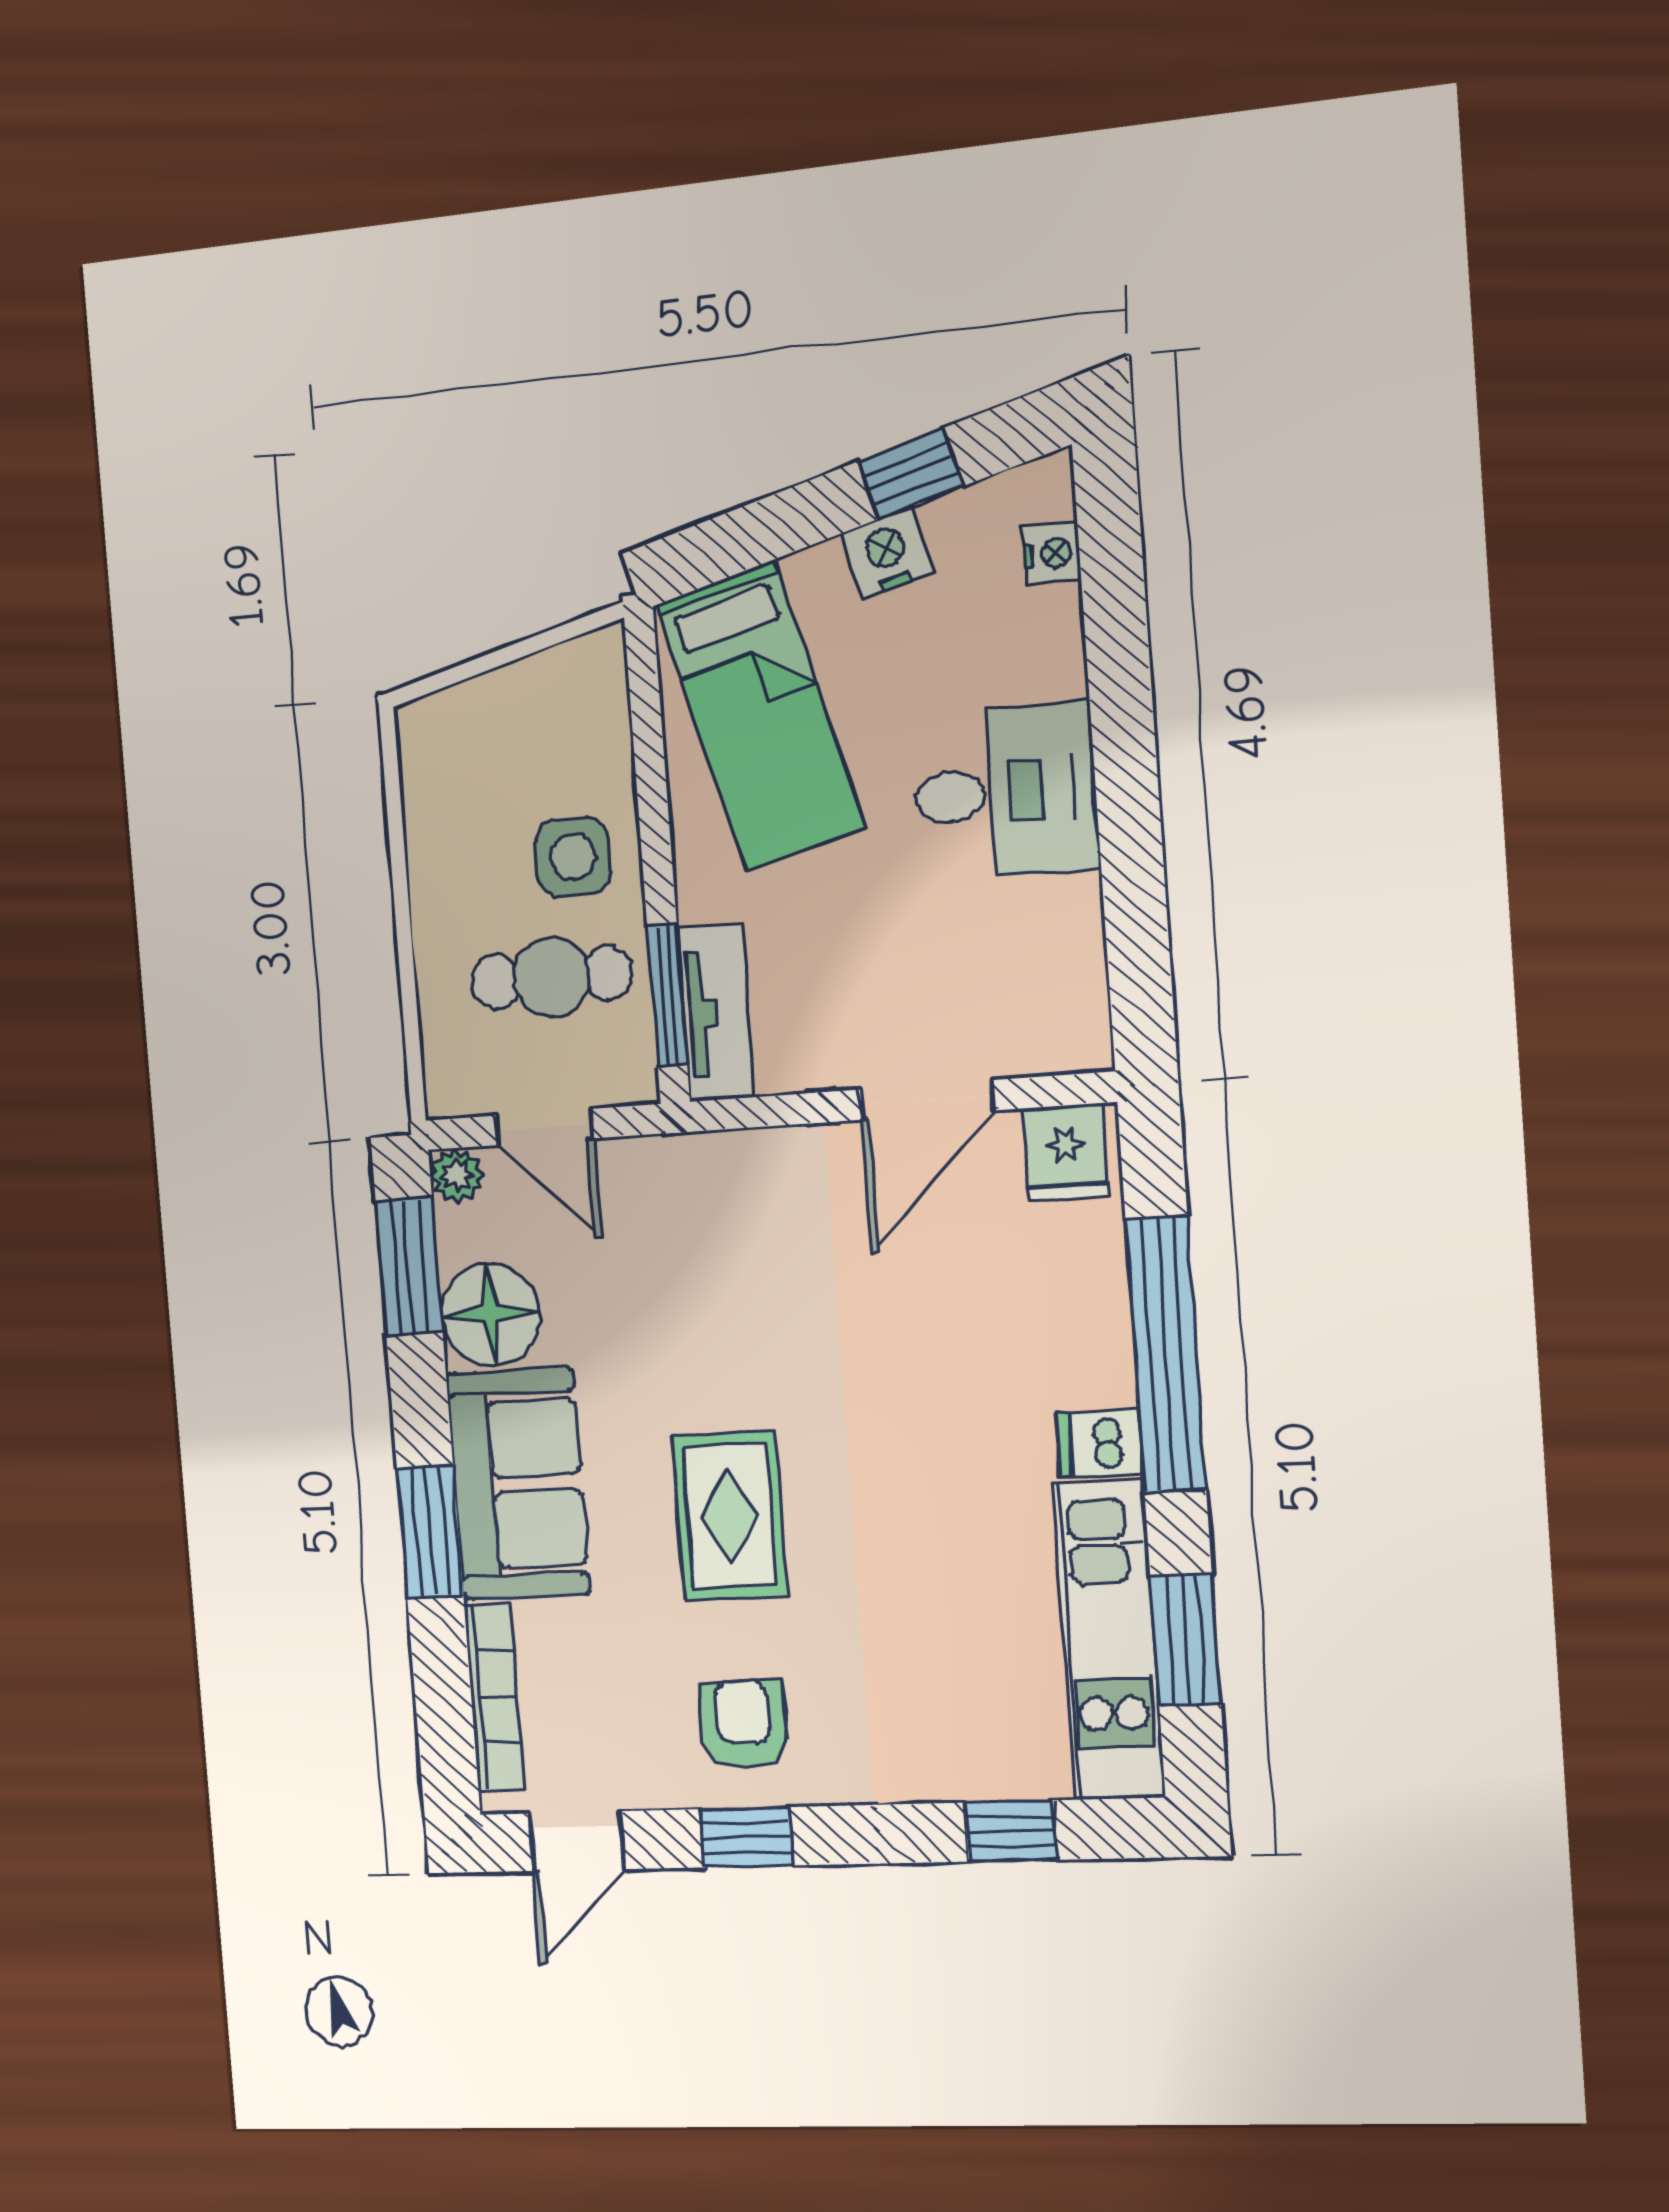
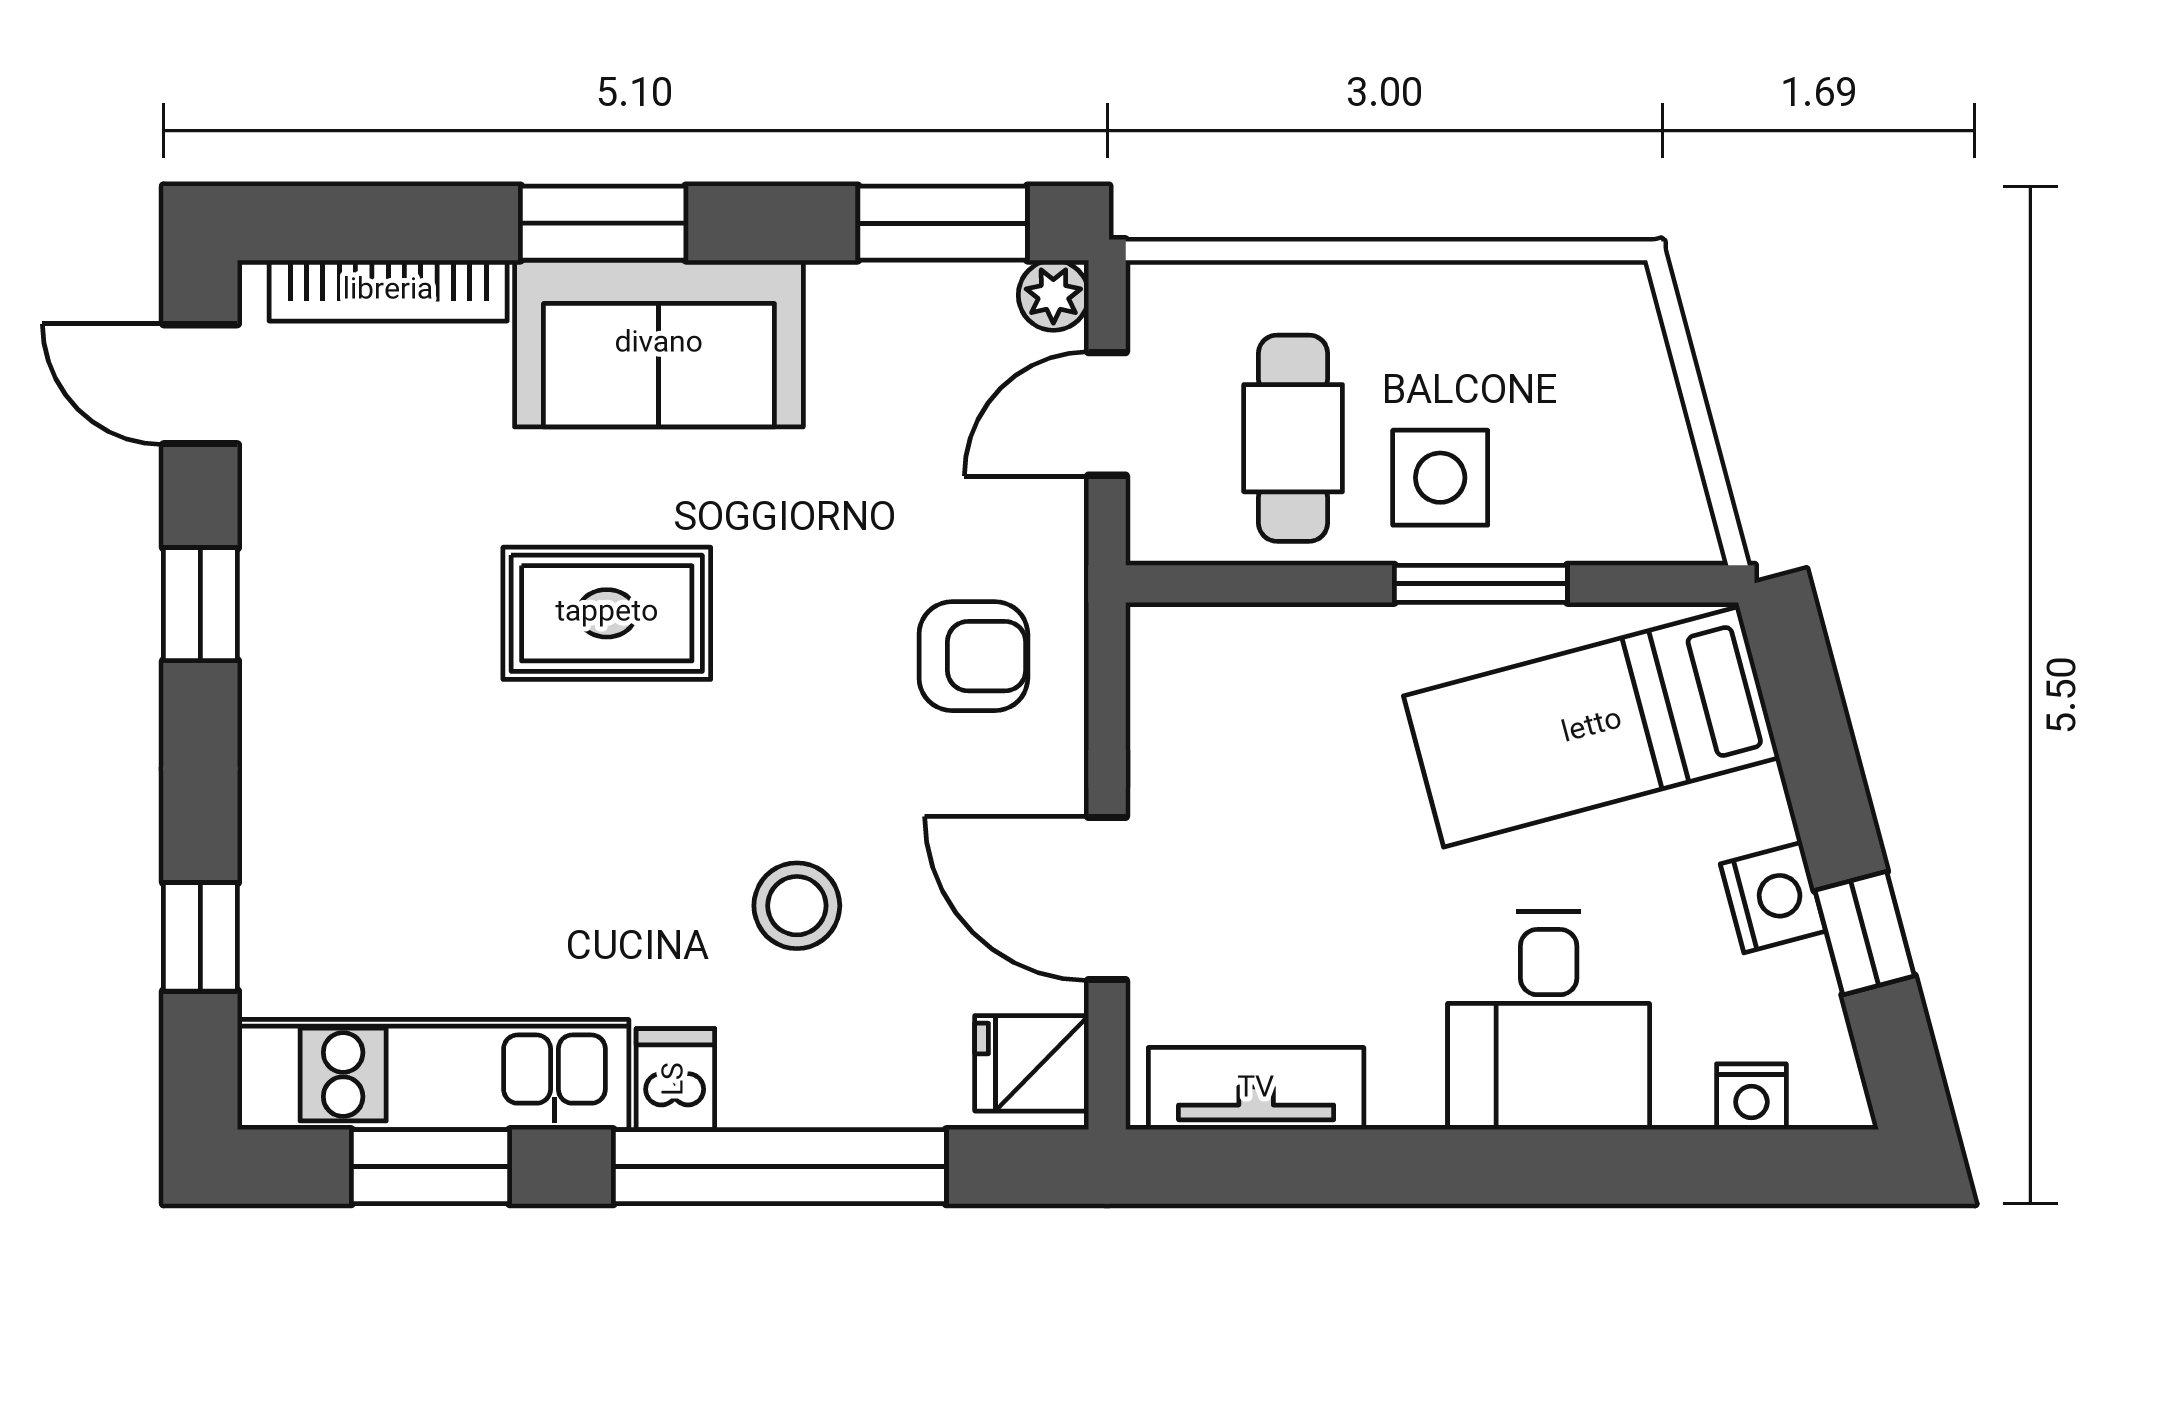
desk: (1006, 792) -> (1549, 1021), moved
window: (667, 995) -> (1481, 584), moved
tv unit: (716, 1013) -> (1256, 1089), moved, turned 180
floor lamp: (490, 1315) -> (875, 325), removed
stool: (951, 1352) -> (797, 906), added
armchair: (743, 1724) -> (973, 656), moved

